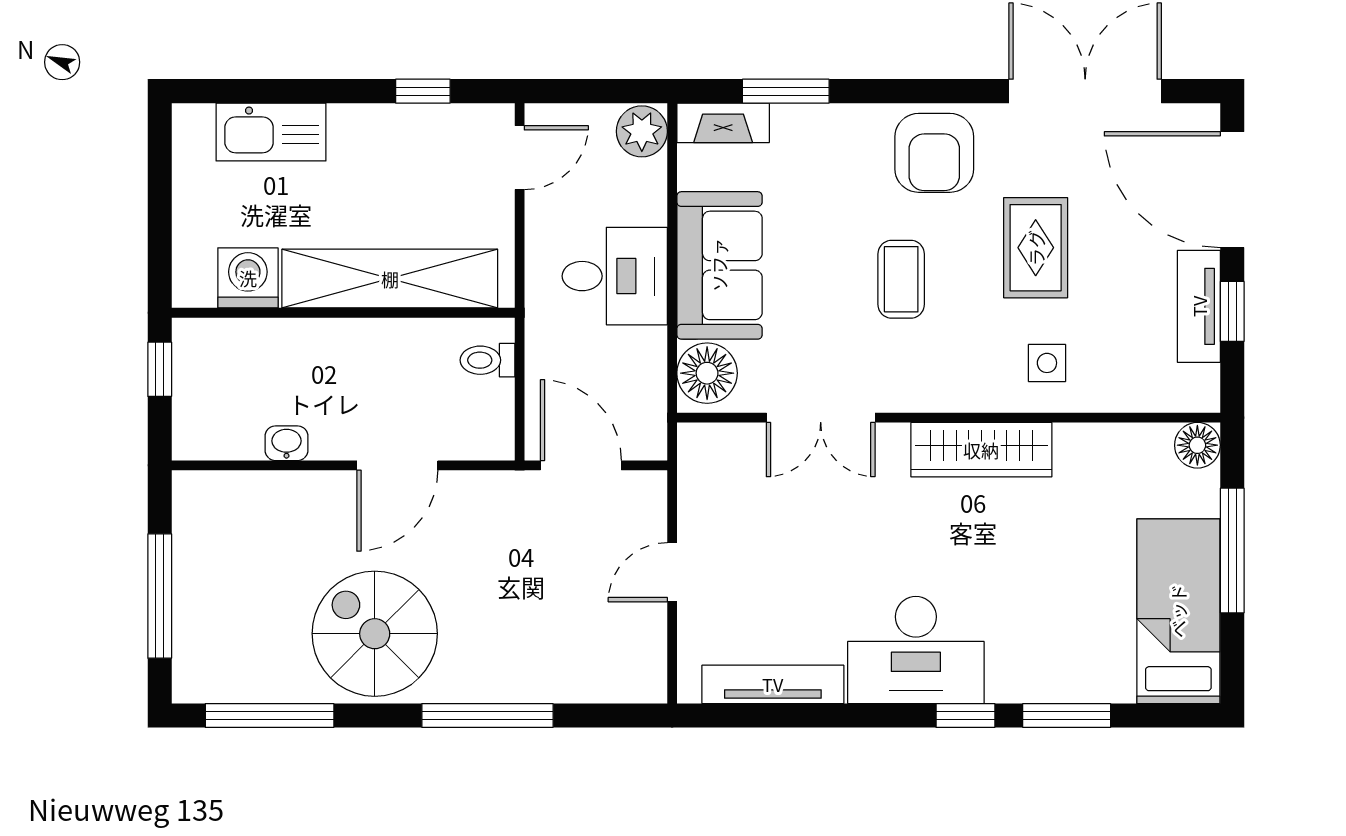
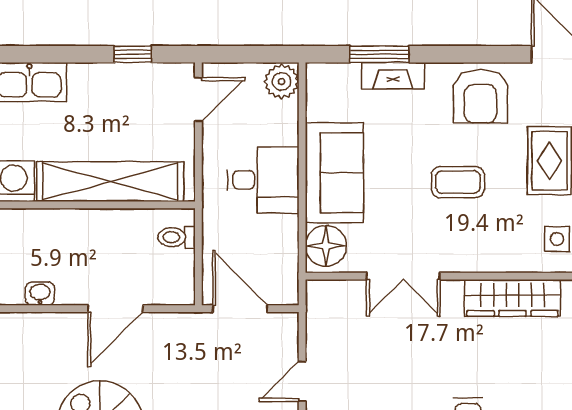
fireplace: (723, 123) -> (393, 76), moved
coffee table: (901, 279) -> (458, 182), turned 90

